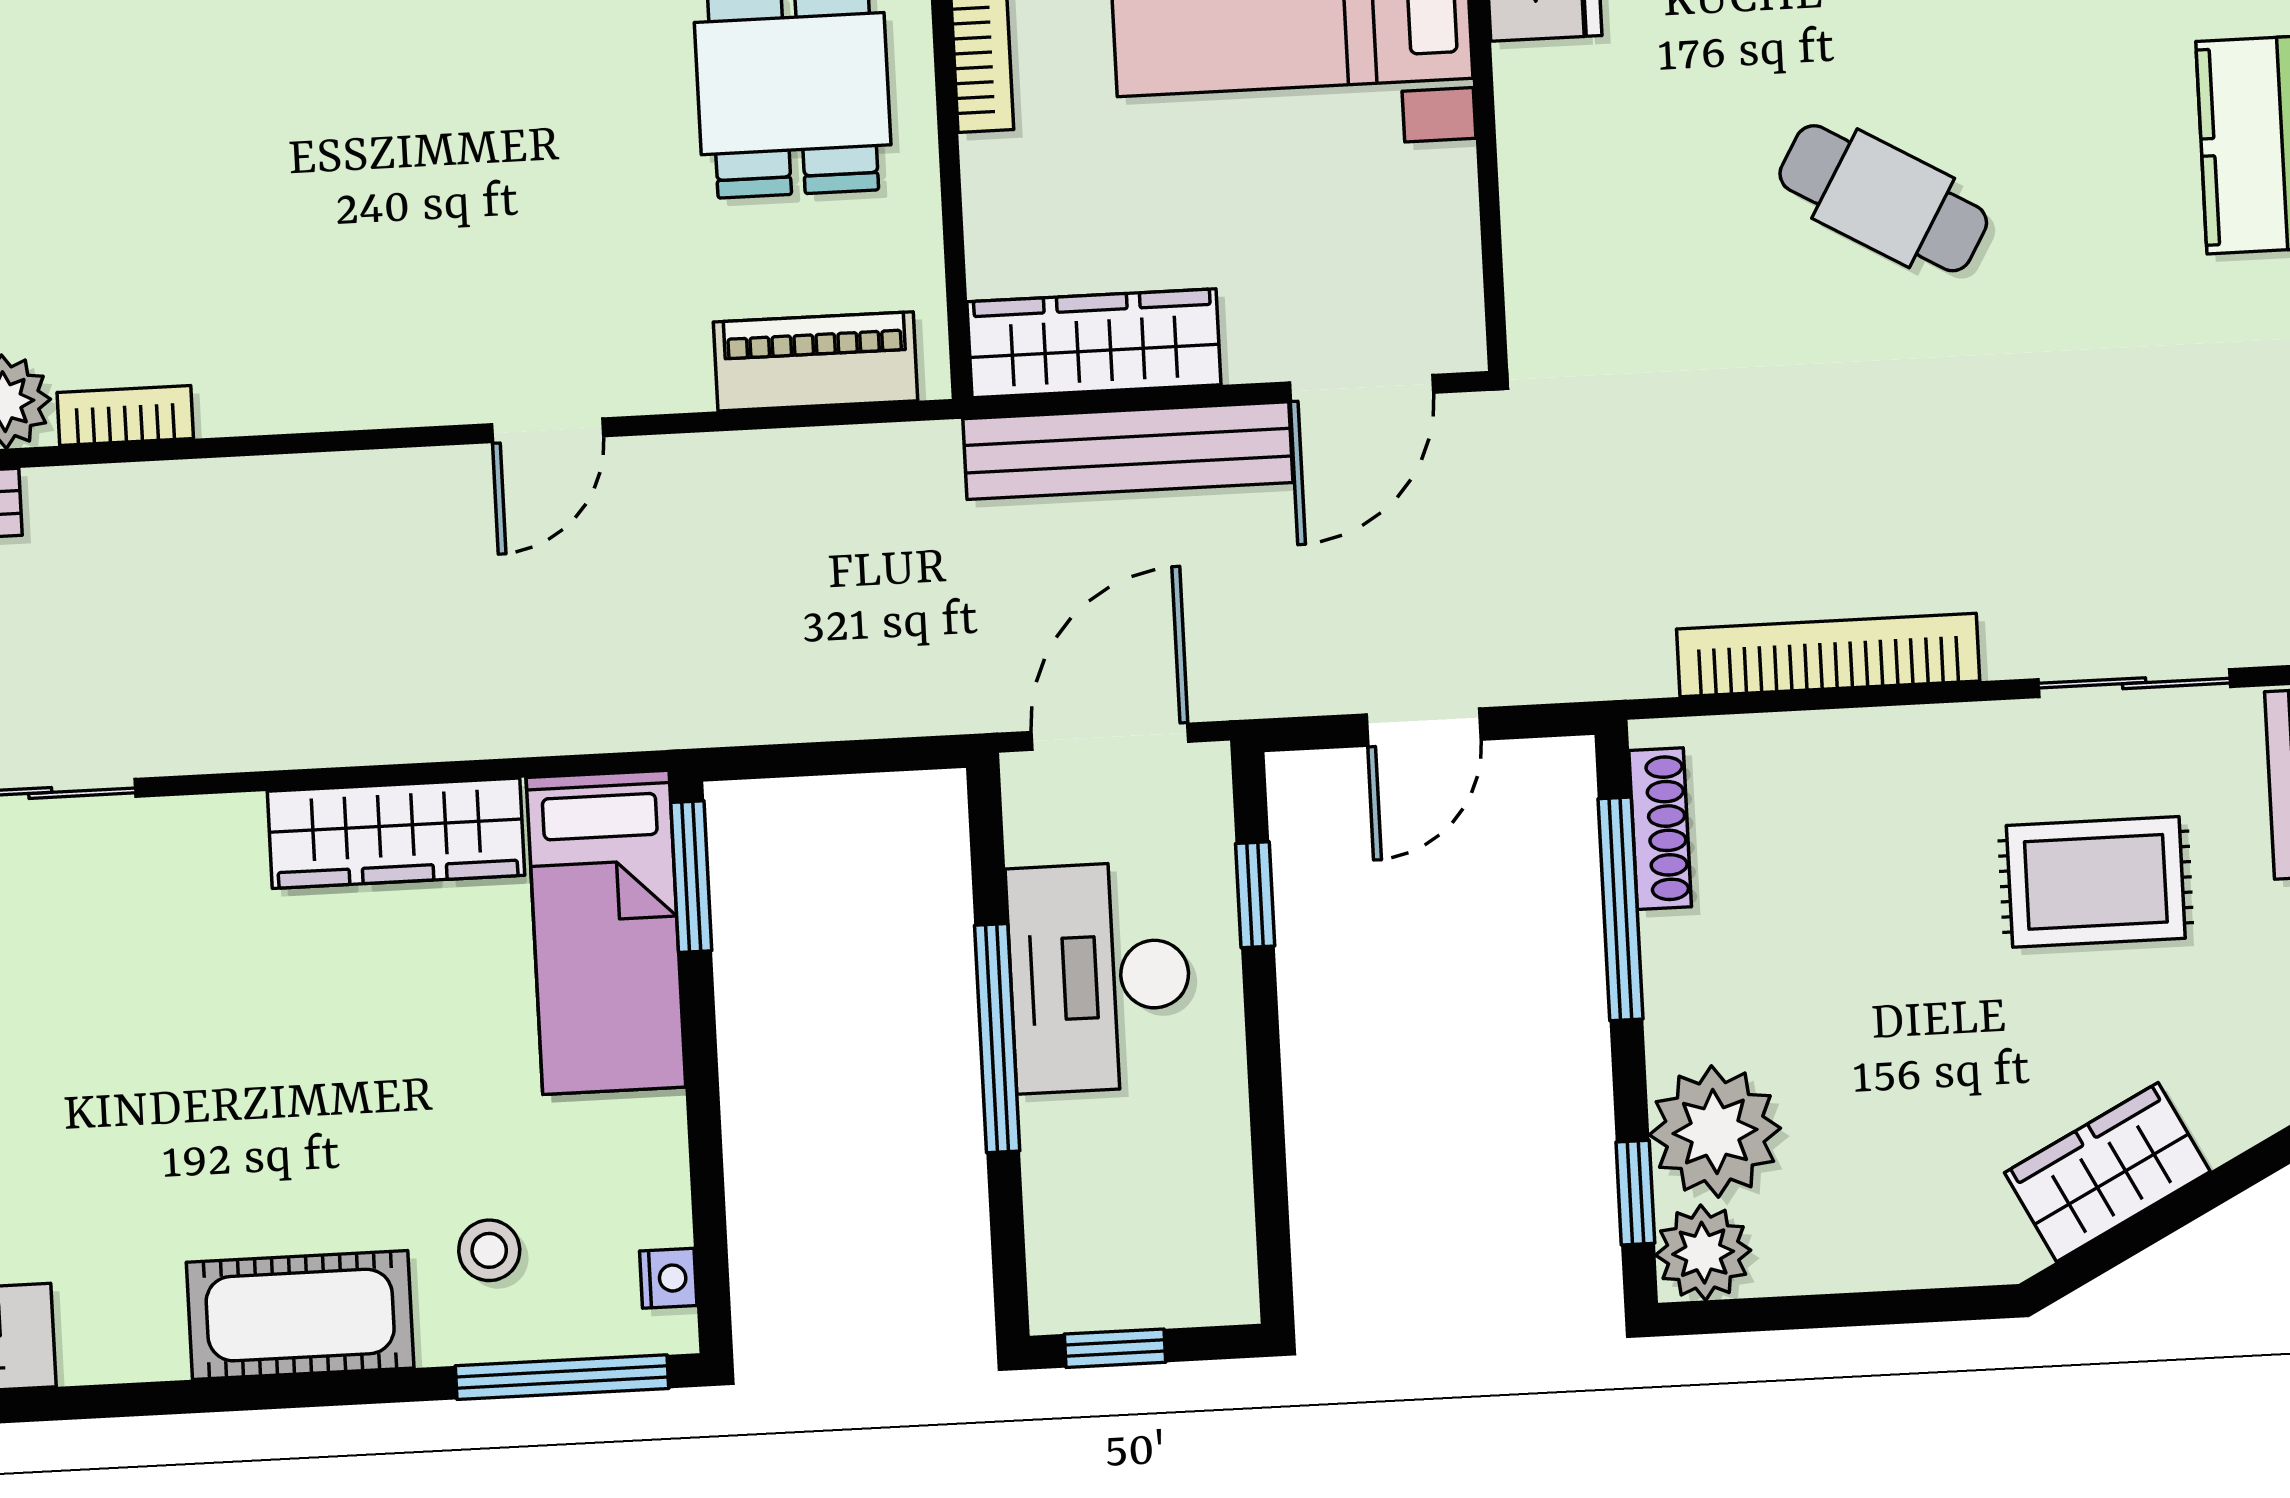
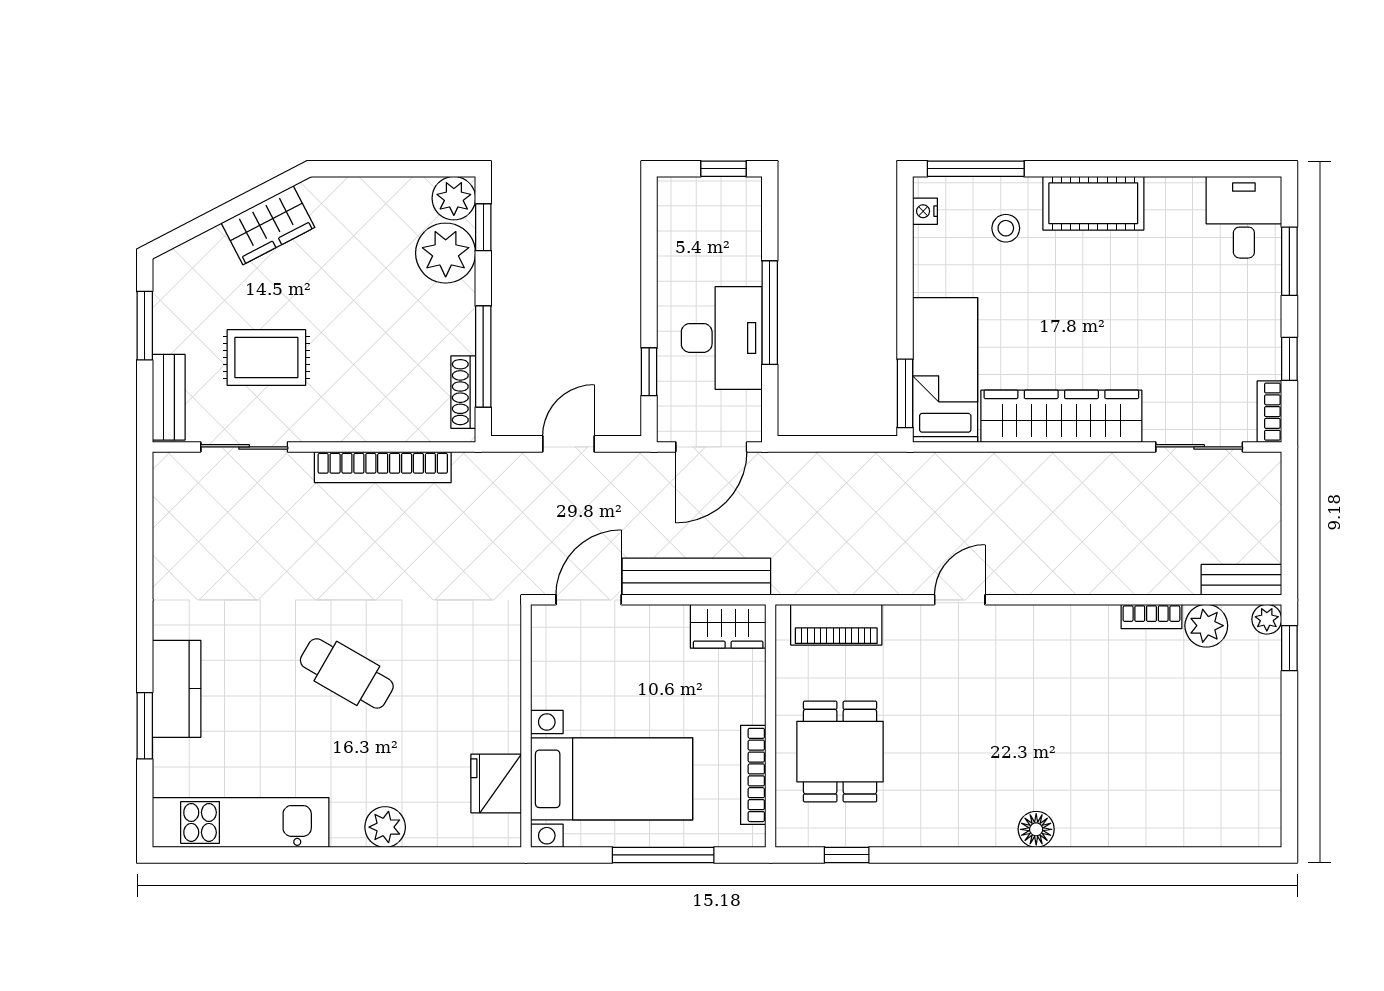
wardrobe: (1094, 343) -> (728, 626), width x0.67
wardrobe: (396, 833) -> (1061, 416), width x1.40, depth x1.17

